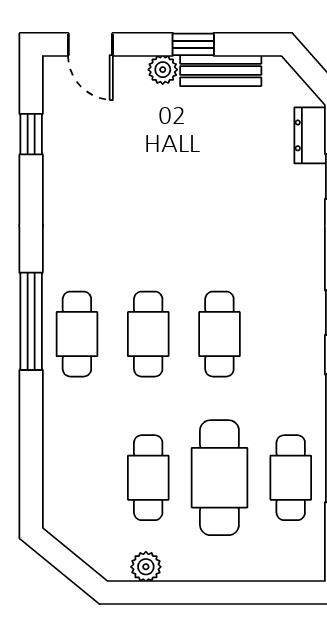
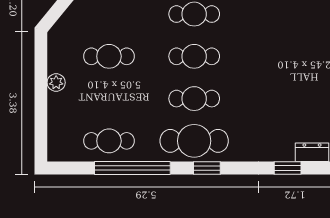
cafe table: (219, 478) -> (194, 141), moved
plant: (146, 567) -> (56, 83), moved

